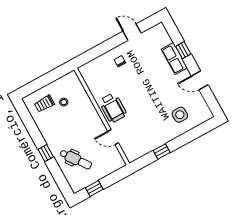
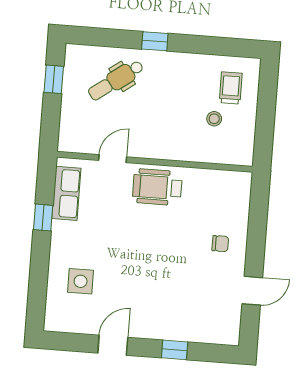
row of seats: (174, 59) -> (66, 193), moved, turned 90

